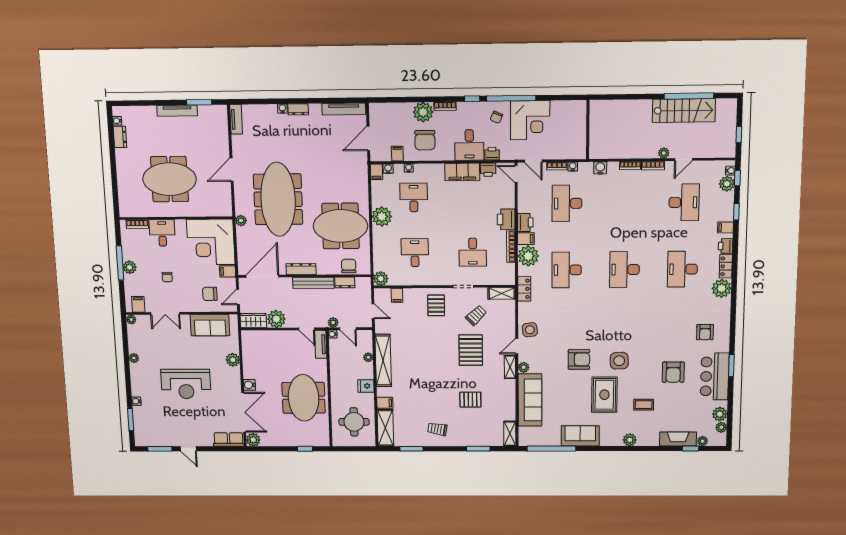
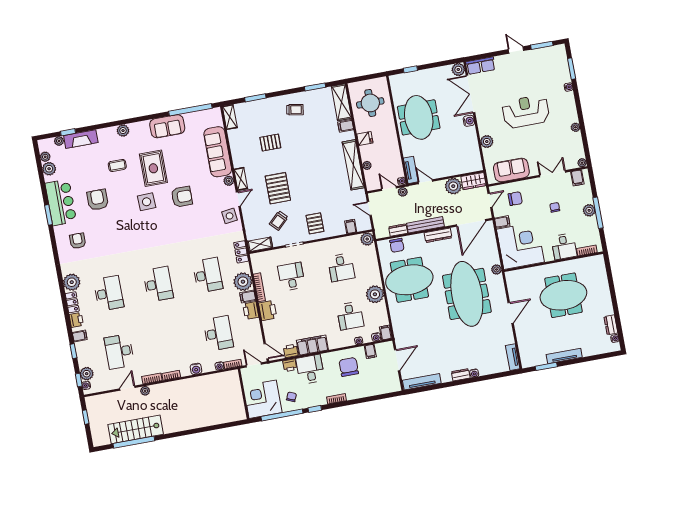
plant: (423, 112) -> (354, 391), removed
wall: (588, 130) -> (243, 394), moved
armchair: (579, 359) -> (182, 197), turned 180

